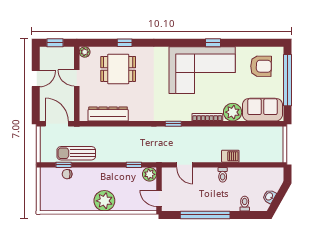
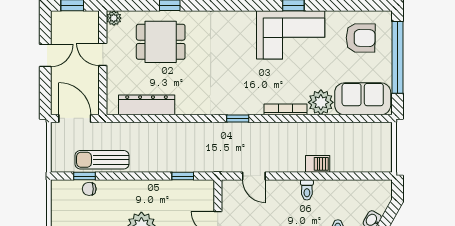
corner sofa: (202, 70) -> (291, 35), width x0.73, depth x0.74
plant: (150, 174) -> (205, 189), removed

